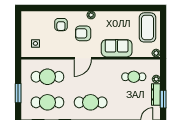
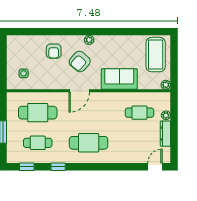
armchair: (83, 33) -> (80, 62), turned -49
window: (163, 99) -> (174, 139), removed
cafe table: (47, 102) -> (38, 143), width x0.73, depth x0.74

